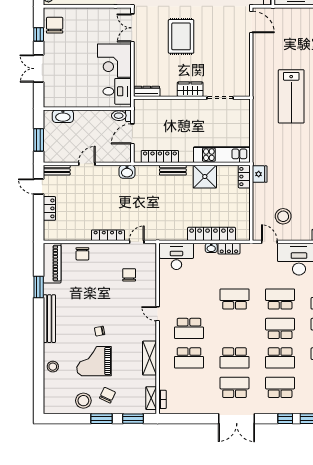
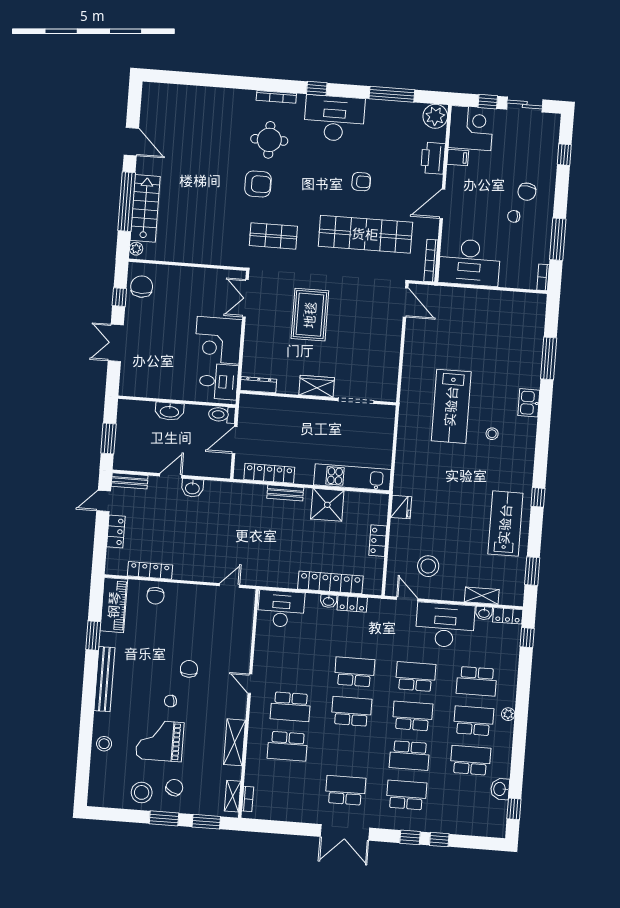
washbasin: (63, 116) -> (169, 411), moved
washbasin: (127, 172) -> (192, 488), moved
locker: (244, 177) -> (378, 541), moved
door: (39, 186) -> (104, 501), hinge flipped
locker: (108, 235) -> (150, 570), moved
chair: (129, 275) -> (189, 669), moved
school desk: (235, 358) -> (351, 711), moved, turned 180

